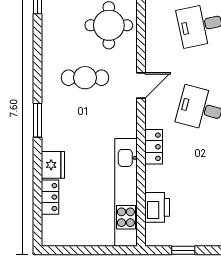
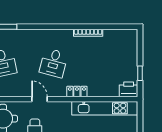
printer: (157, 207) -> (129, 89), moved

